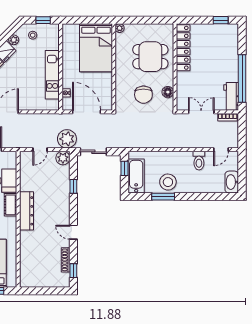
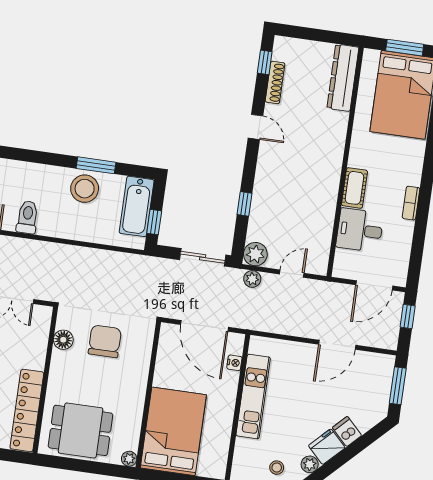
dining table: (150, 57) -> (81, 430), moved
plant: (67, 139) -> (252, 279), width x0.53, depth x0.53
dresser: (26, 211) -> (343, 78), moved

